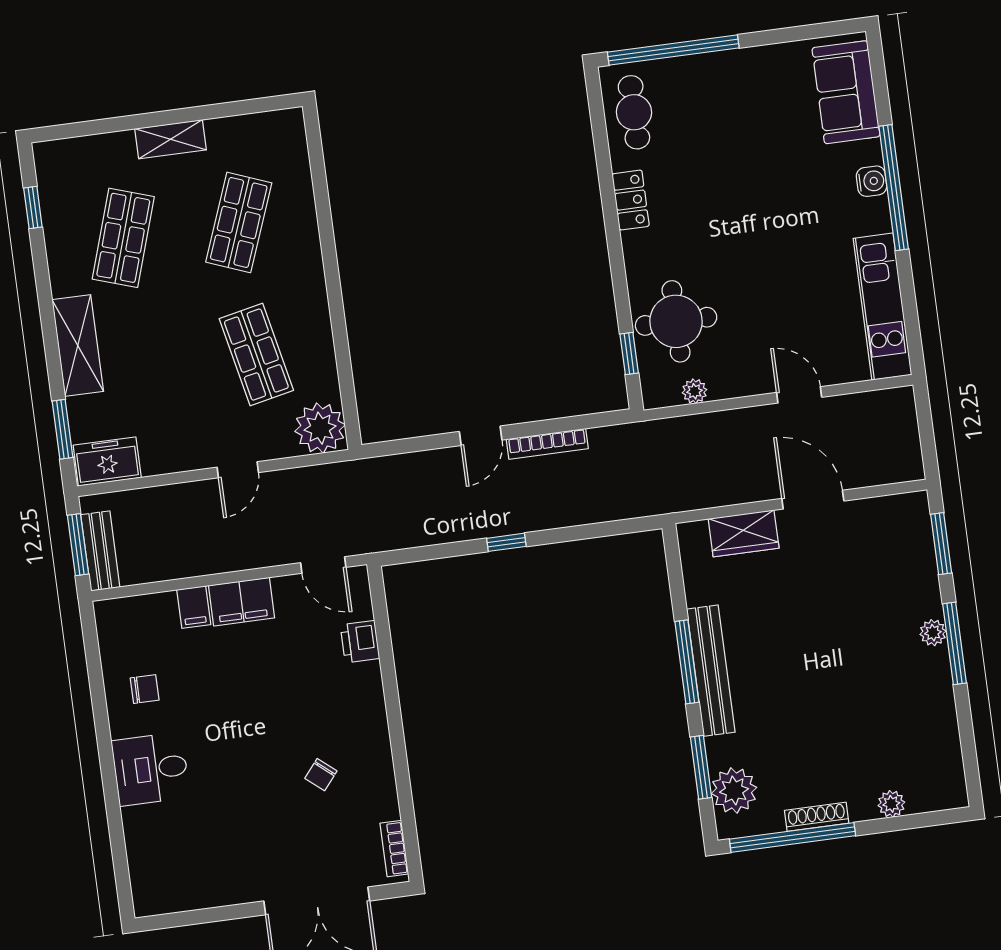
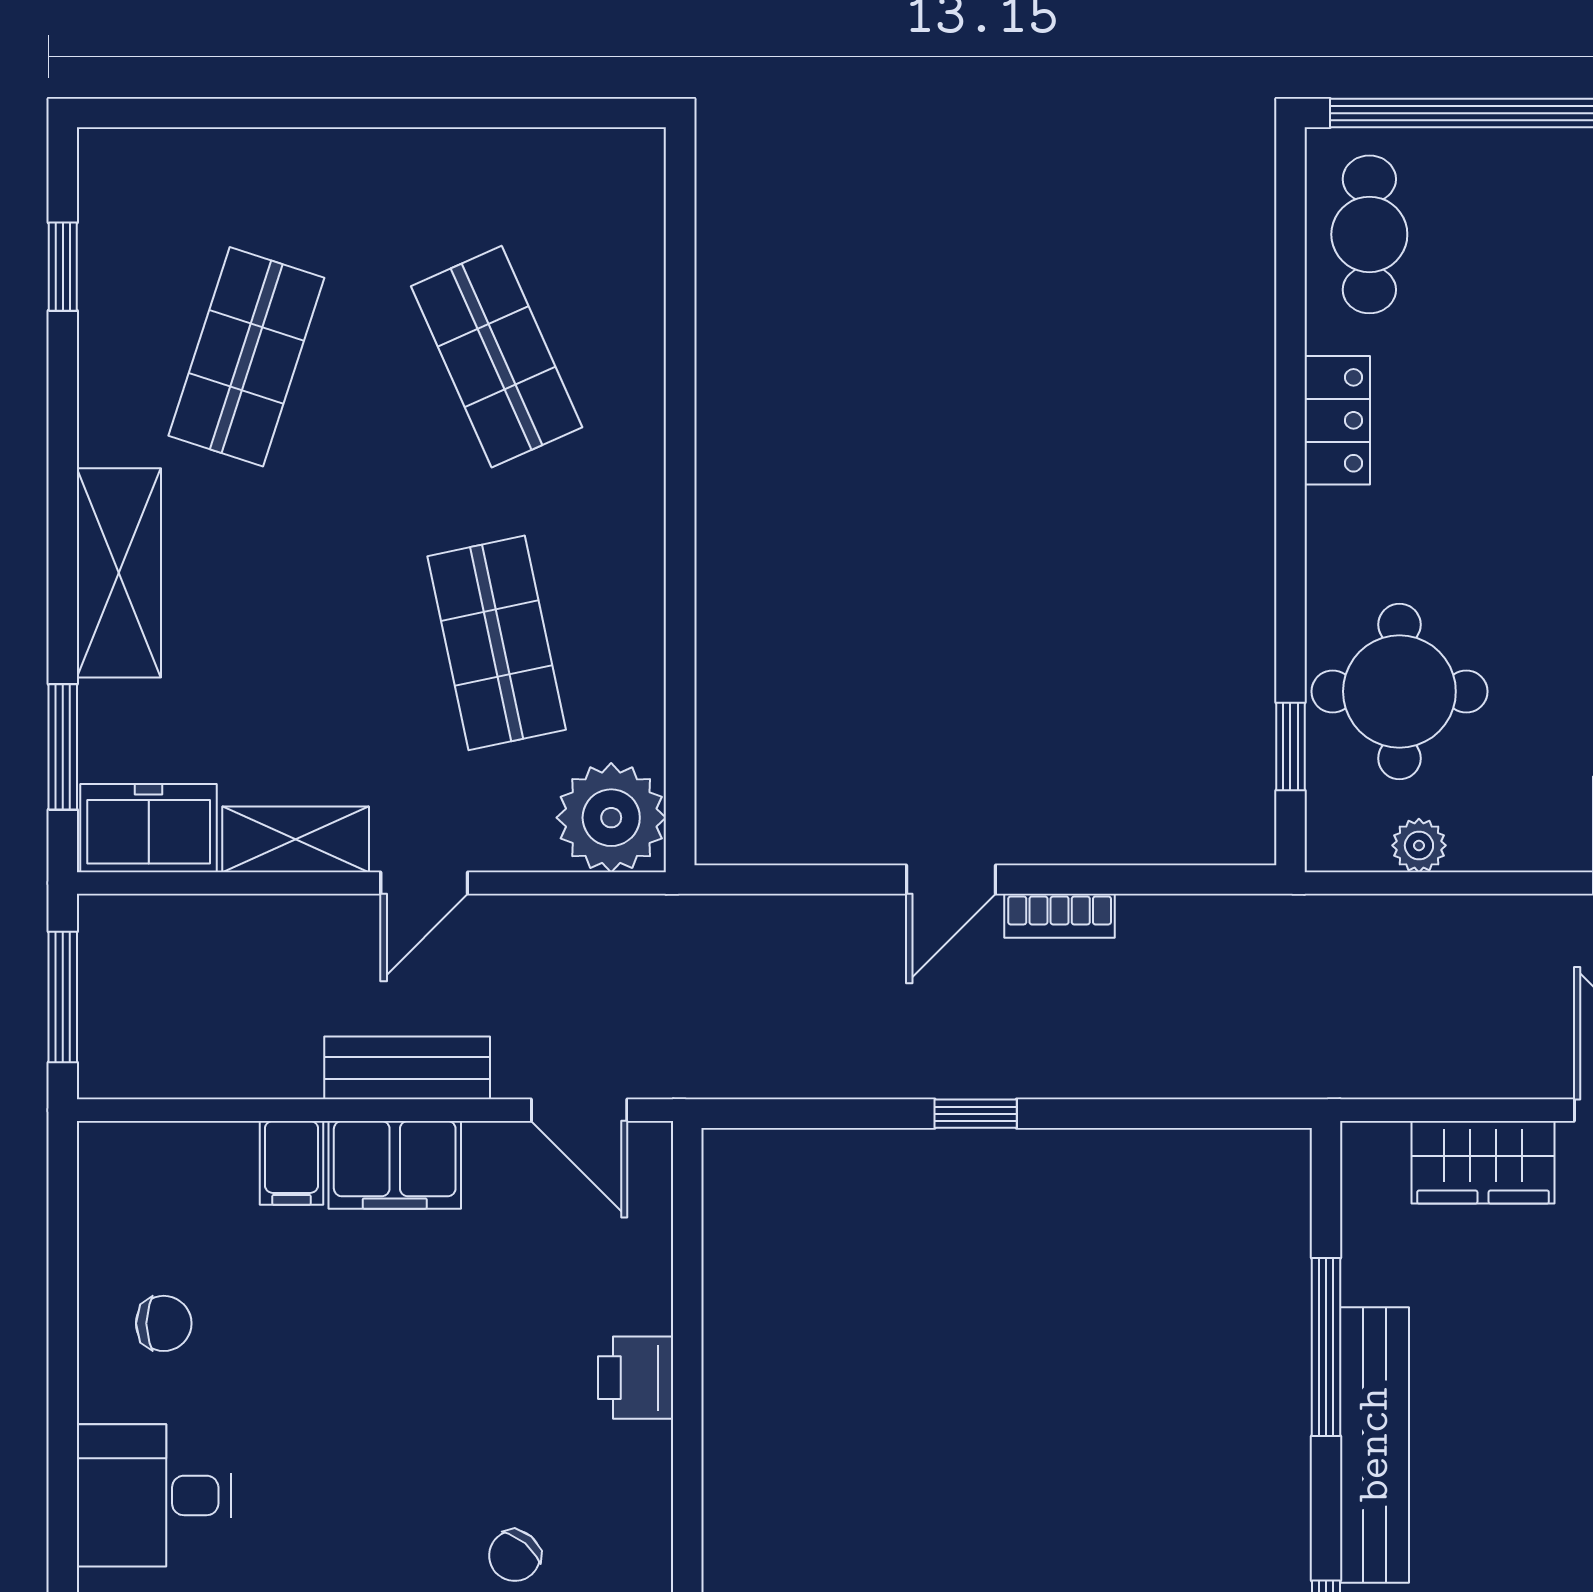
shelving: (171, 139) -> (296, 839), moved
shop shelf: (239, 222) -> (497, 357), turned -45
bookcase: (547, 444) -> (1060, 916), width x0.64
bench: (100, 551) -> (407, 1068), moved, turned 90
printer: (360, 642) -> (636, 1378), moved
window: (687, 662) -> (1326, 1347), moved

